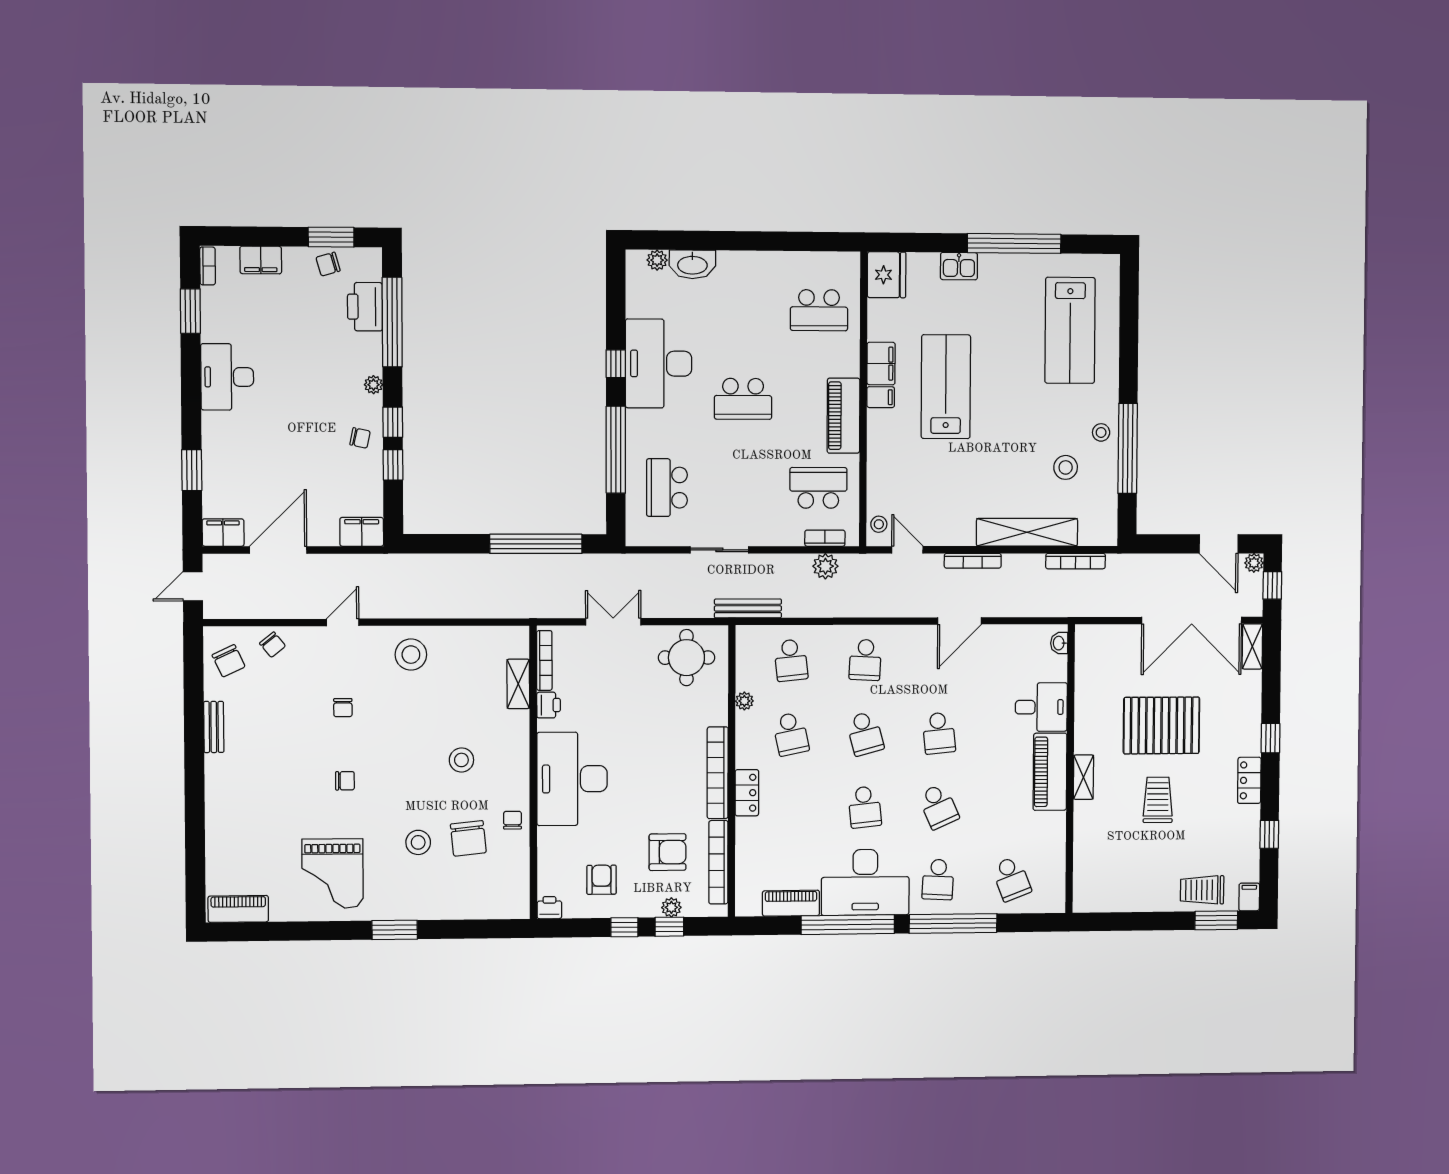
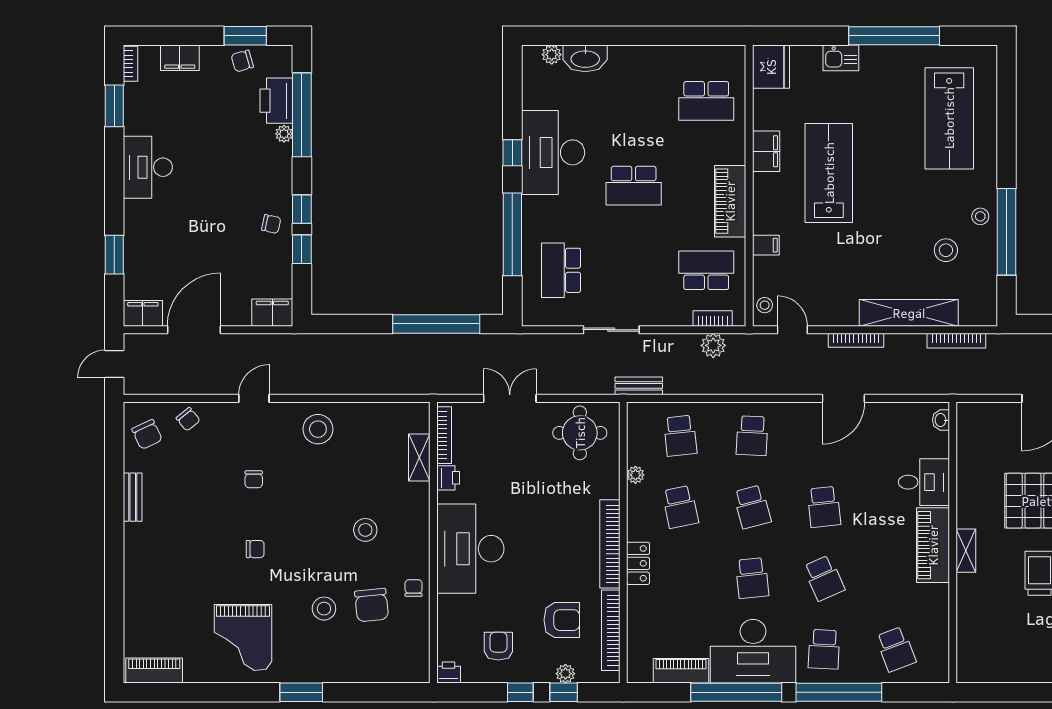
plant: (373, 385) -> (284, 134), moved
filing cabinet: (881, 397) -> (766, 245), moved
bench: (748, 608) -> (639, 386), width x0.73

